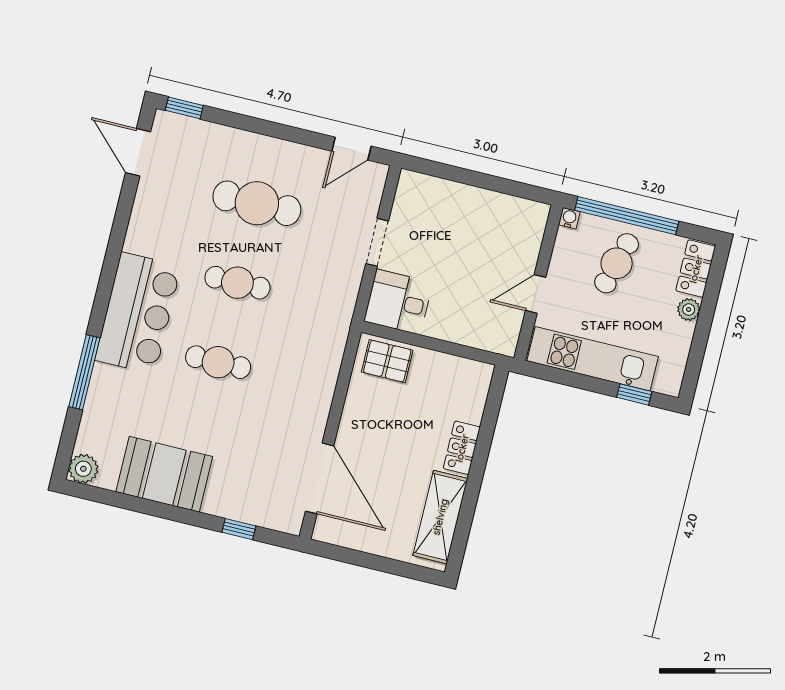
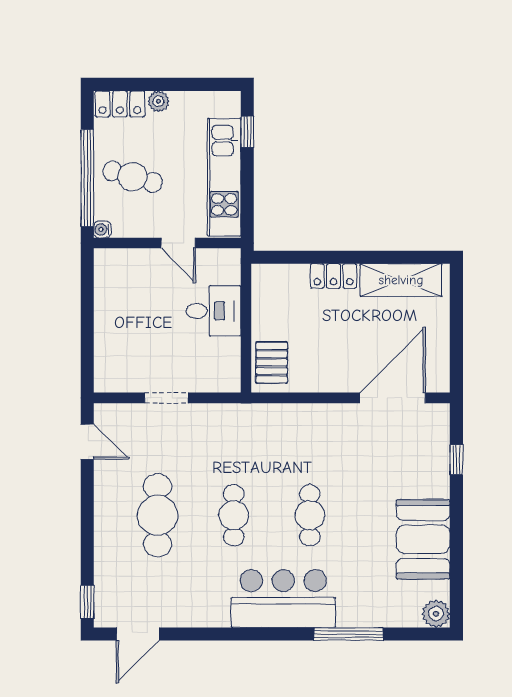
desk: (398, 302) -> (214, 311), moved, turned -90

